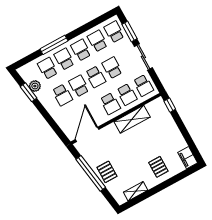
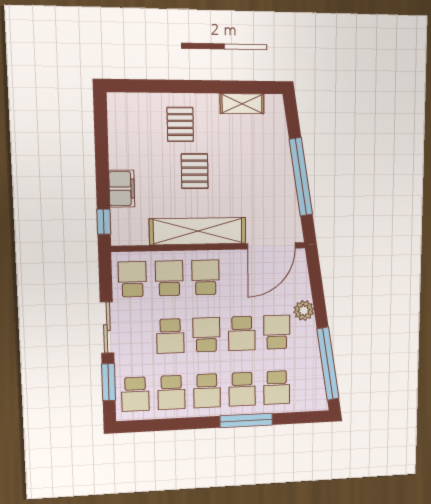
plant: (35, 86) -> (304, 310), moved
window: (29, 92) -> (328, 364), width x2.11
shelving: (132, 119) -> (198, 231), width x1.47
filing cabinet: (188, 158) -> (122, 189), moved
pallet: (107, 172) -> (195, 171), moved

